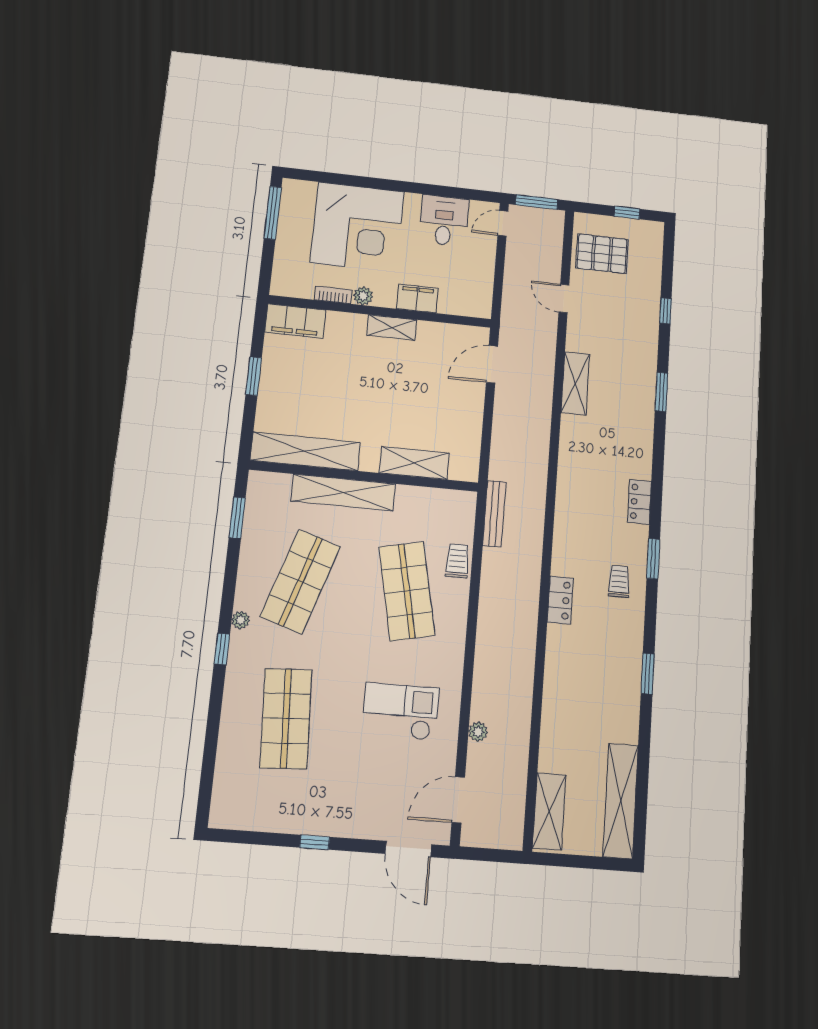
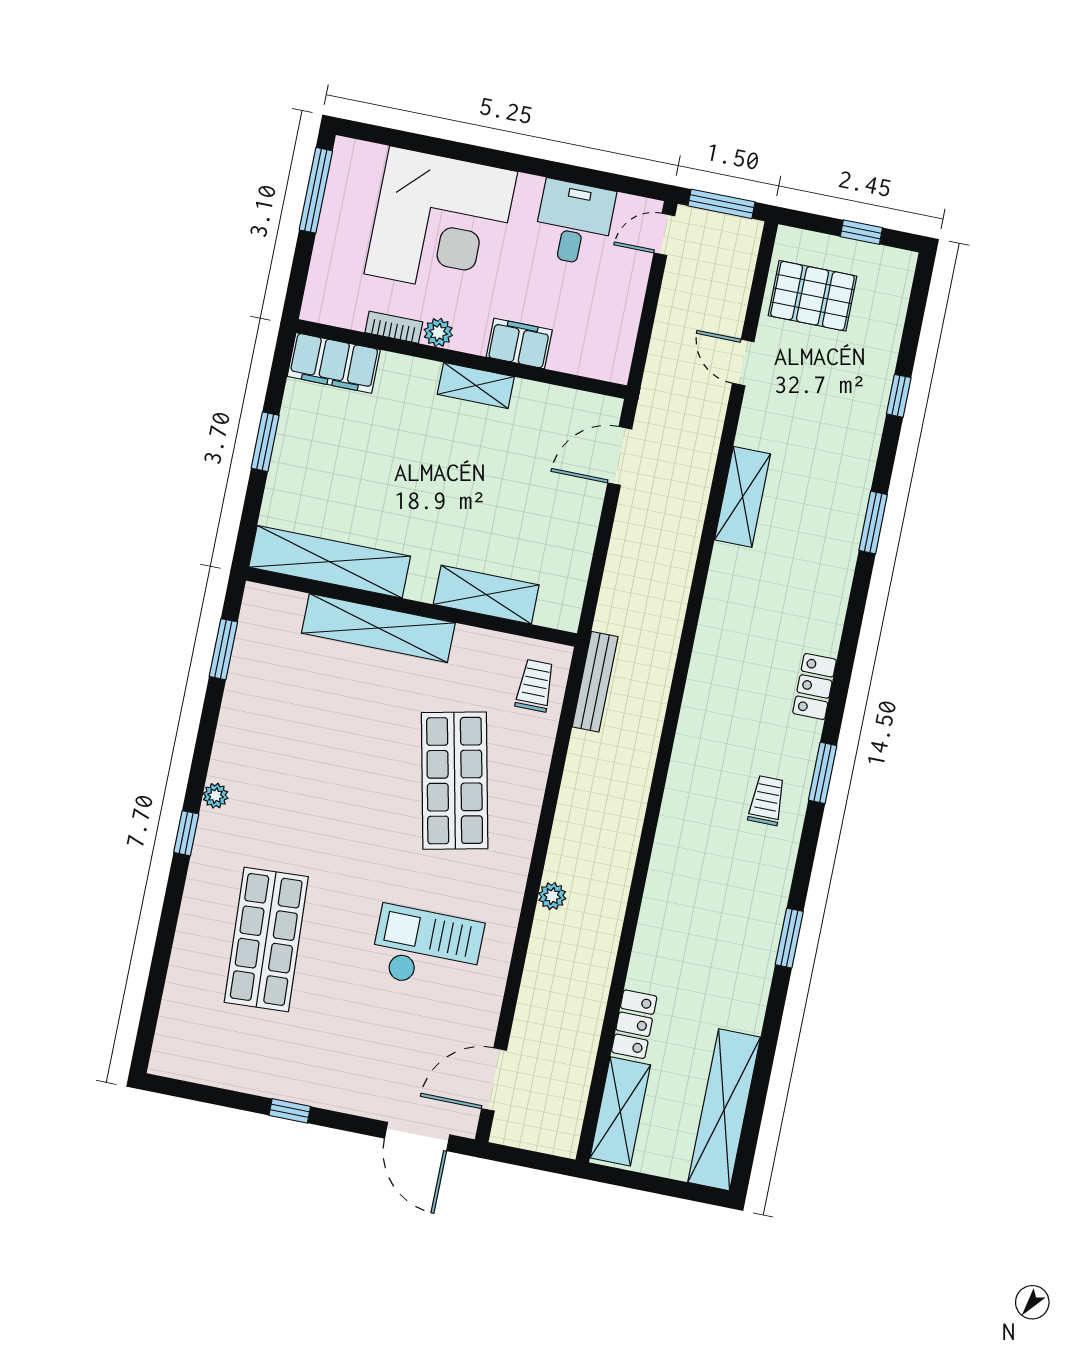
trolley: (457, 561) -> (535, 686), moved
shop shelf: (300, 581) -> (304, 750), removed
locker: (560, 600) -> (634, 1024), moved
plant: (478, 732) -> (552, 896), moved

